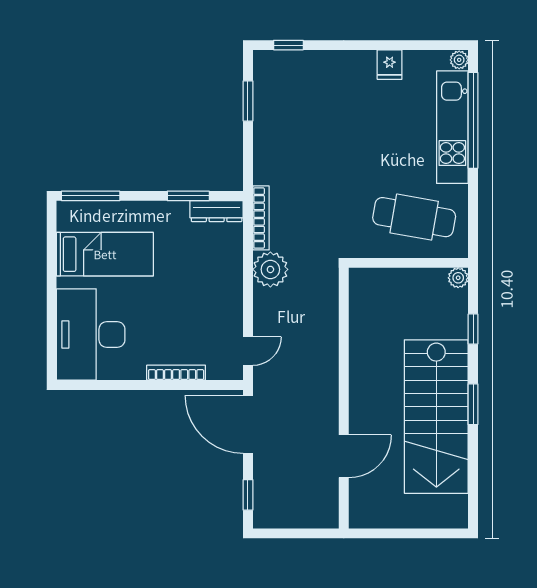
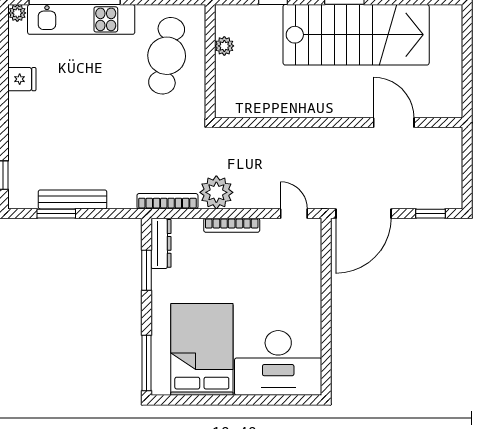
bench: (263, 118) -> (73, 199), added
bed: (105, 254) -> (202, 349), width x1.50
plant: (458, 278) -> (224, 46), moved
bookcase: (176, 373) -> (232, 225), moved, turned -90

